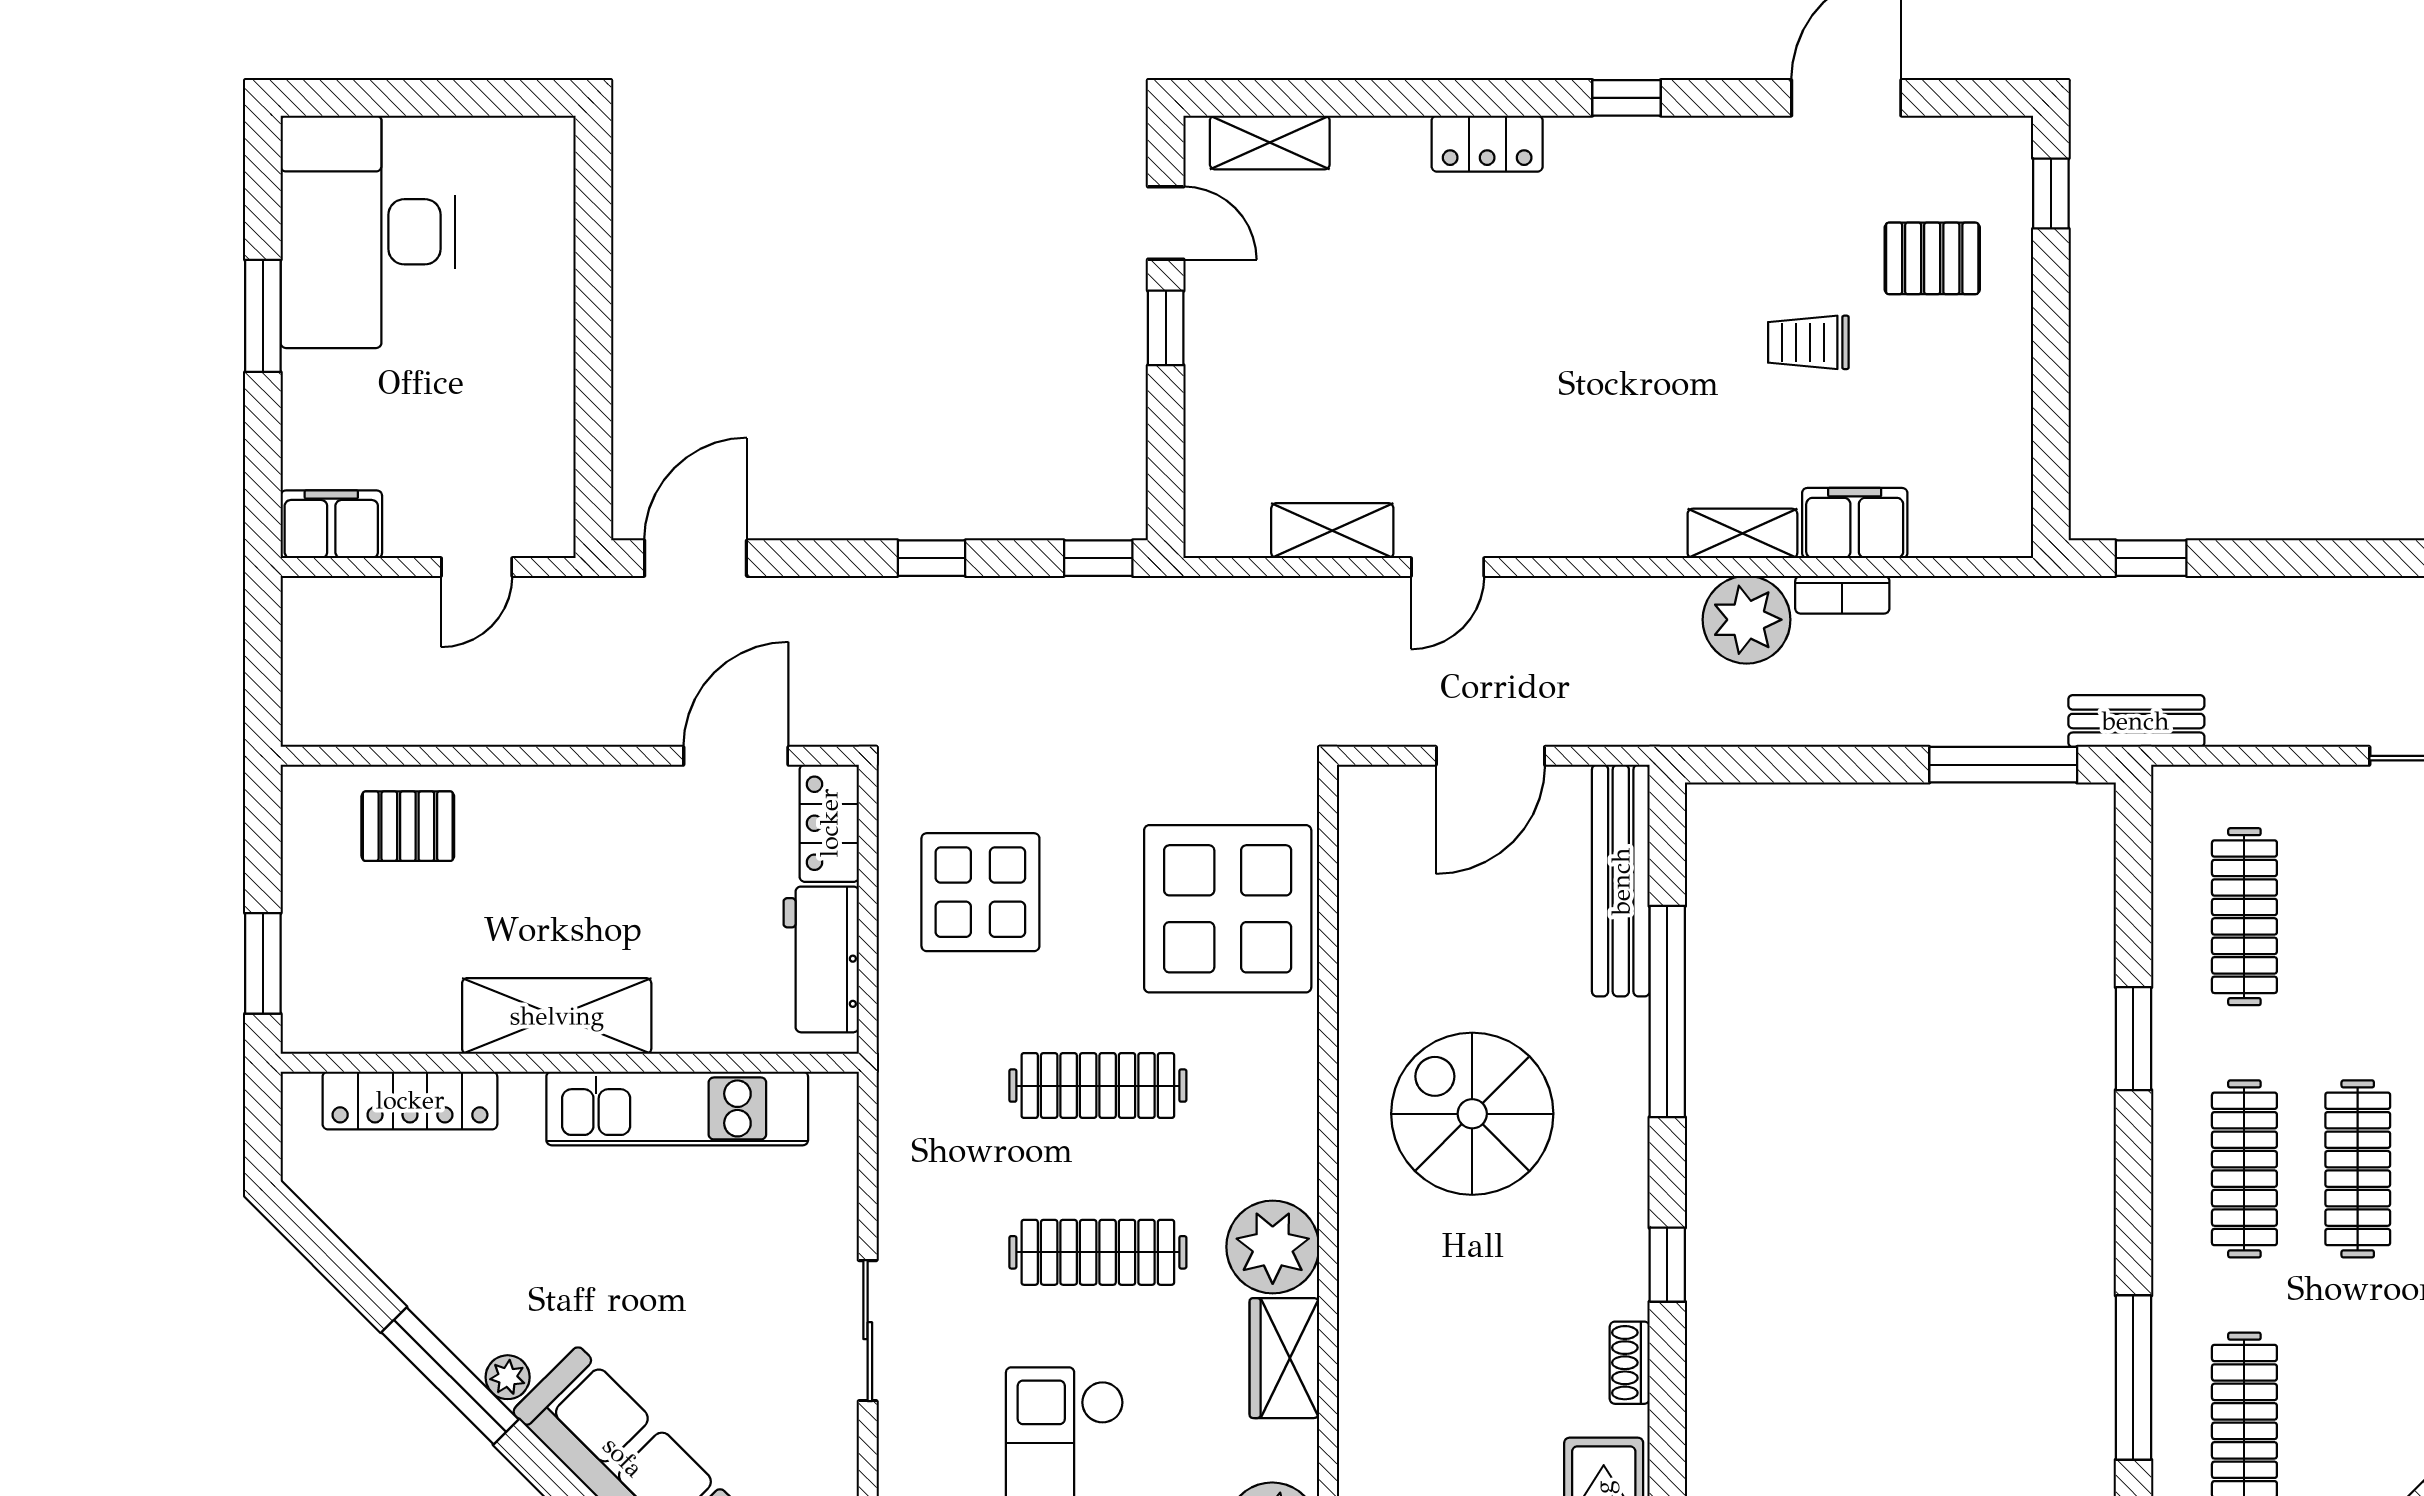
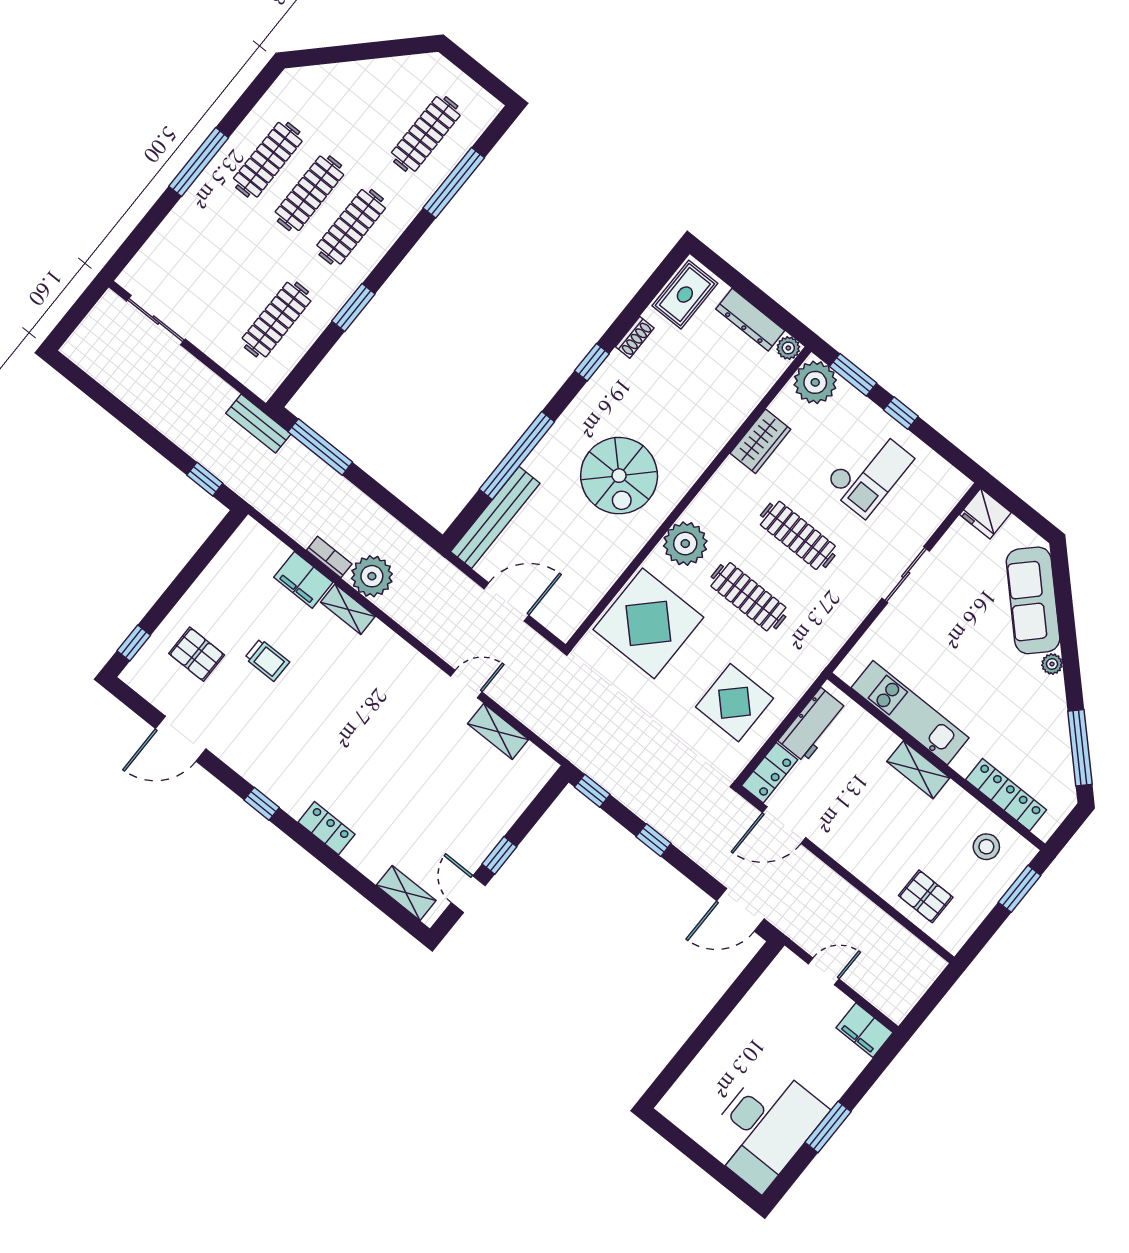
stool: (374, 989) -> (986, 847), added
shelving: (557, 1016) -> (918, 770), width x0.67, depth x0.75
plant: (1273, 1247) -> (685, 544), moved
window: (450, 1376) -> (1080, 748), moved

